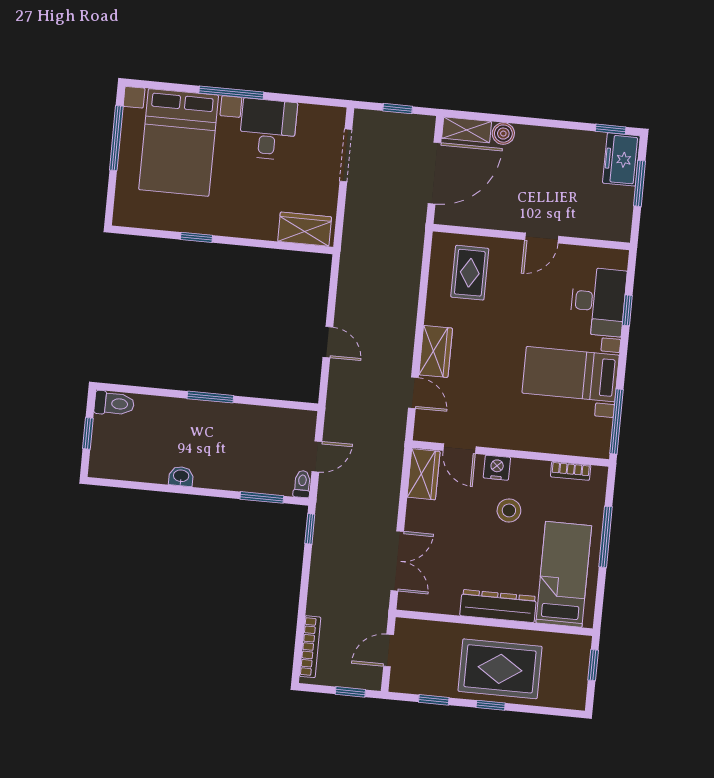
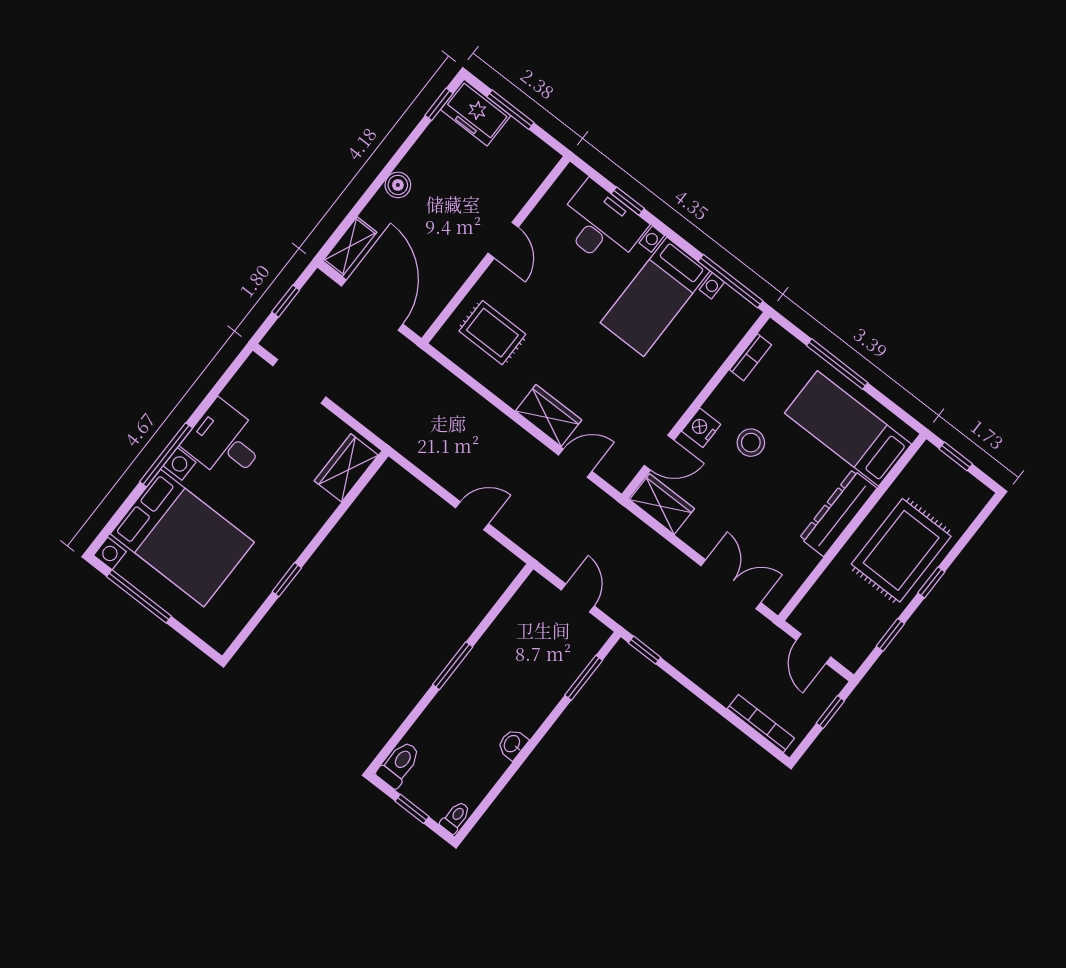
boiler: (503, 134) -> (398, 185), moved
toilet: (302, 484) -> (455, 817), moved, turned 90

